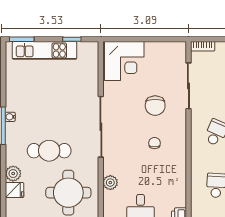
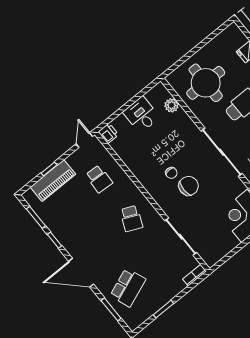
chair: (155, 106) -> (189, 186), moved, turned 90
plant: (110, 183) -> (172, 105), moved

